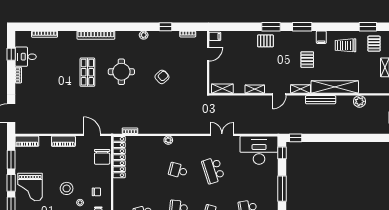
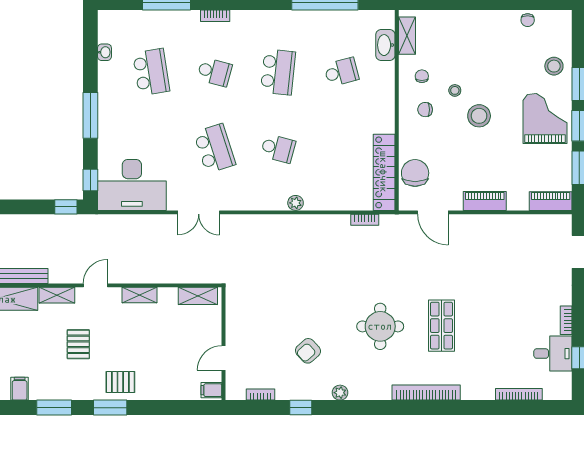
pallet: (307, 60) -> (78, 344), moved
armchair: (162, 77) -> (308, 351), moved

